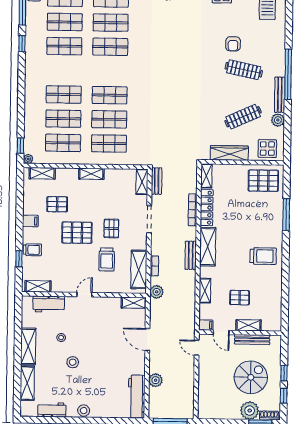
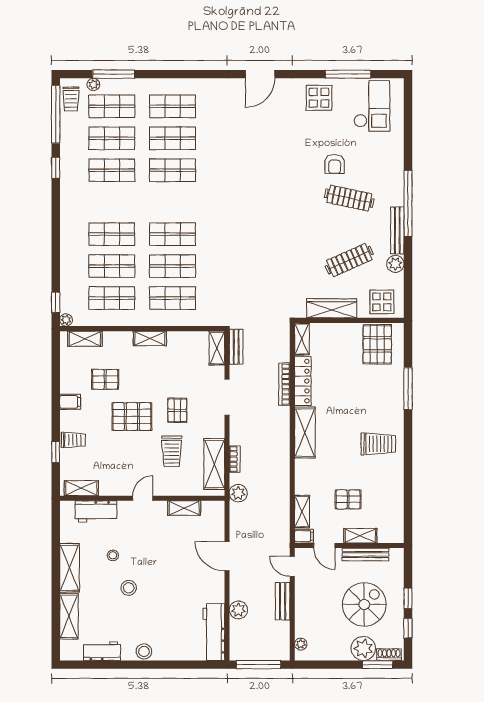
pallet: (263, 181) -> (377, 344), turned 90
bench: (191, 255) -> (283, 601), moved
shelving: (205, 291) -> (302, 512), moved
shelving: (134, 303) -> (184, 508), moved
plant: (202, 407) -> (301, 644), added

